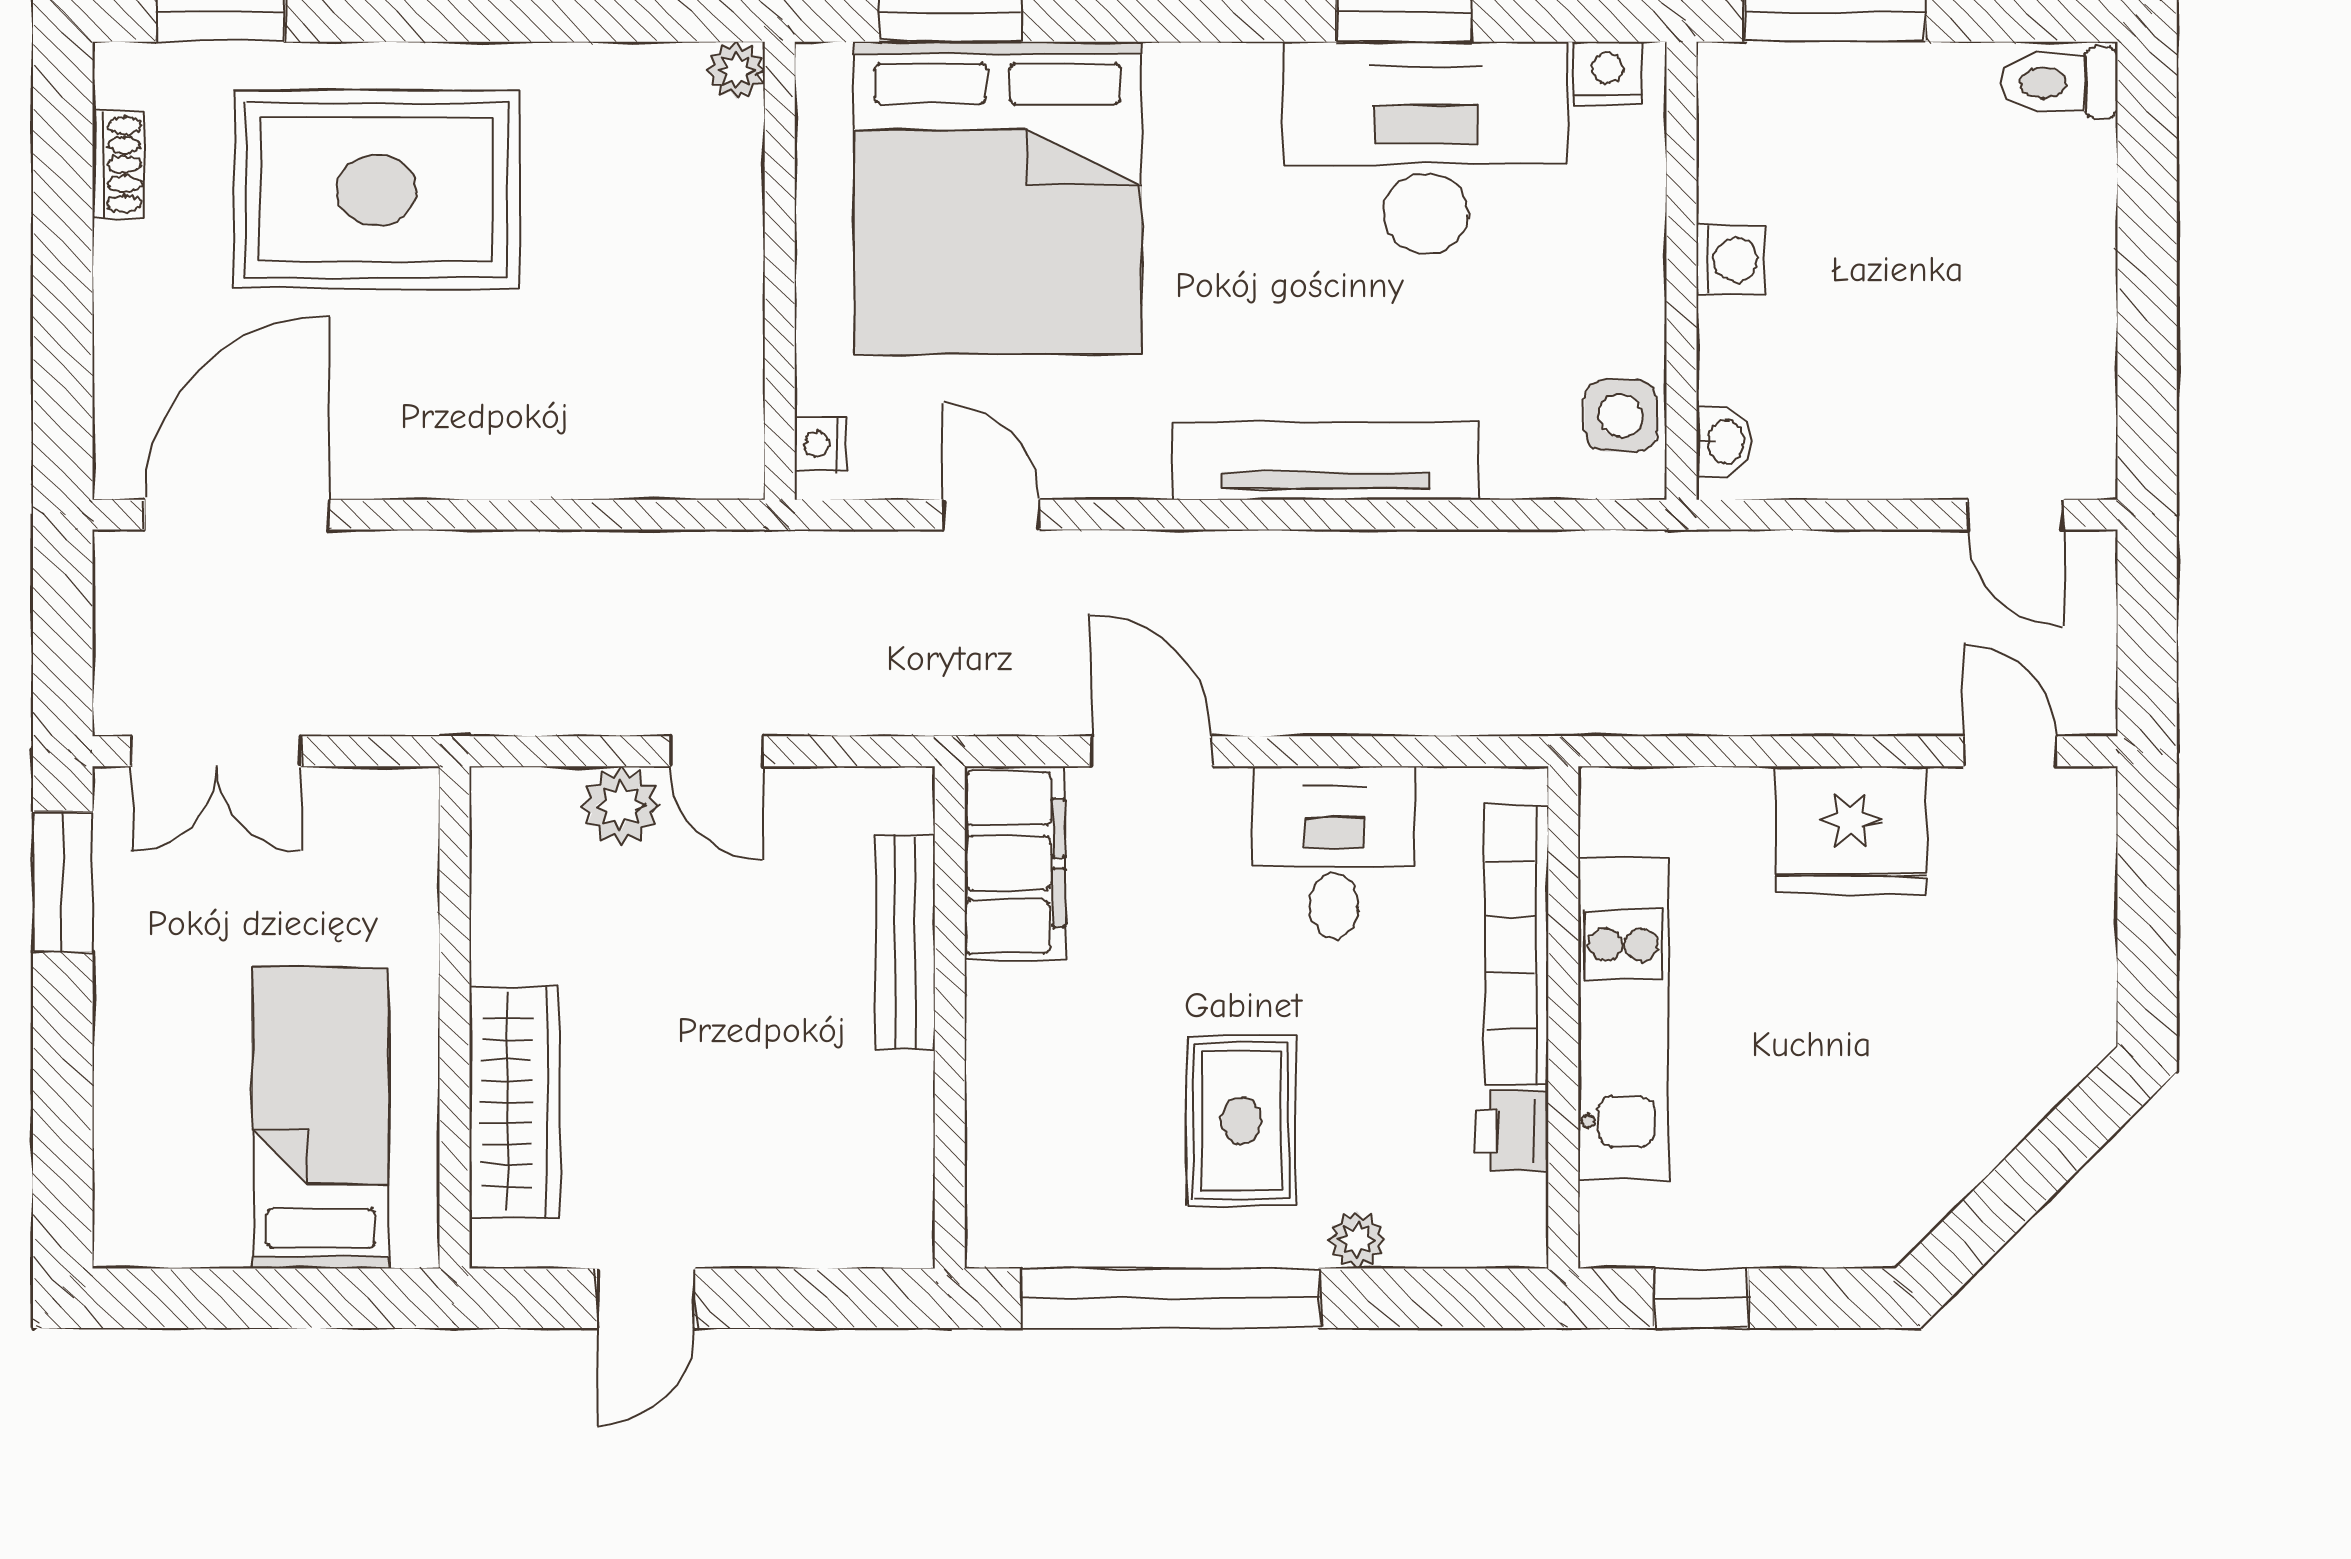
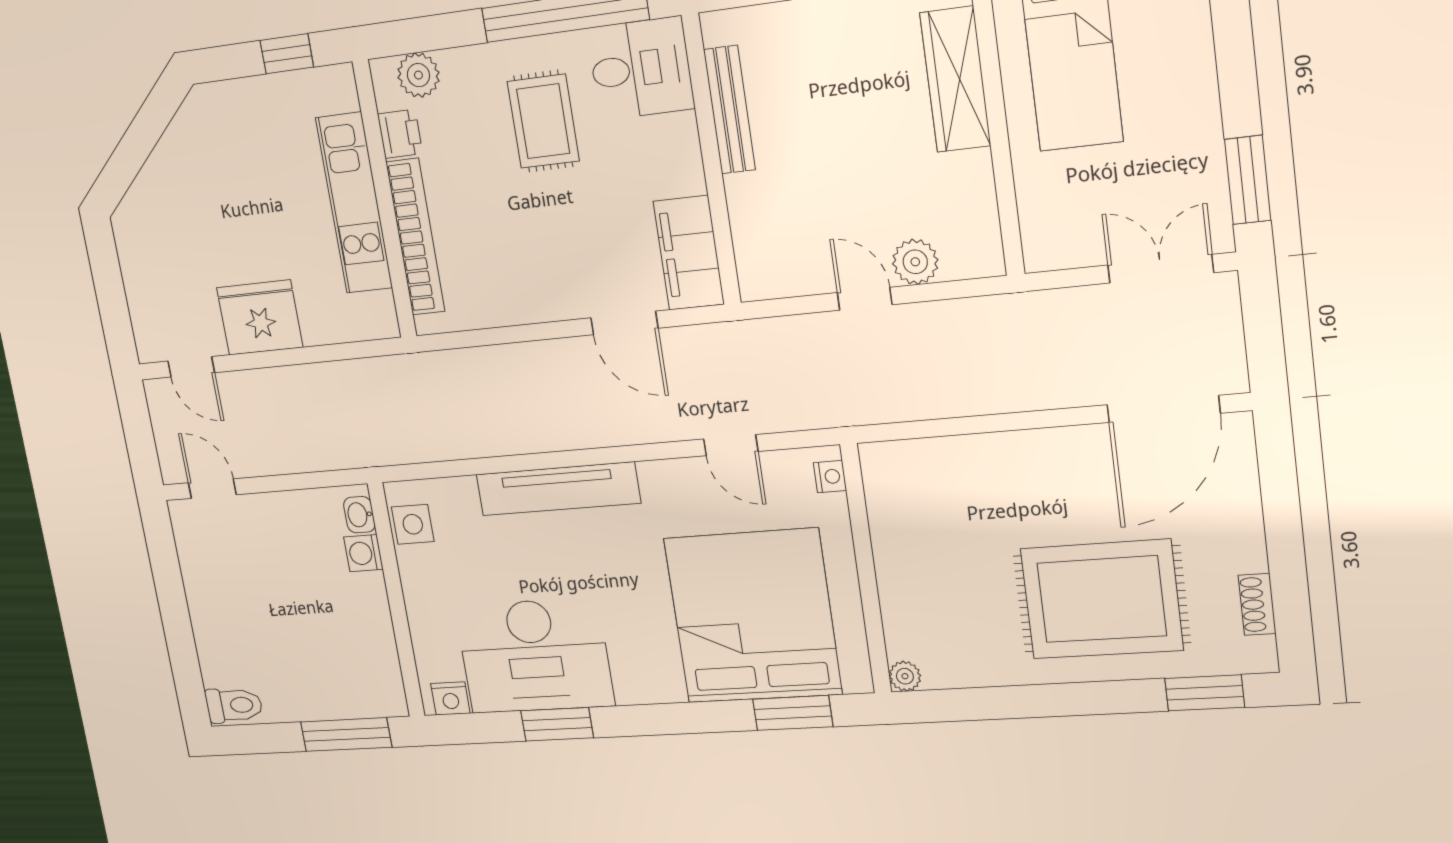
washing machine: (1730, 259) -> (363, 553), moved
desk: (1334, 852) -> (641, 68), moved, turned -90
bench: (905, 943) -> (730, 110), moved
plant: (1357, 1240) -> (418, 75), moved, width x1.38, depth x1.38

